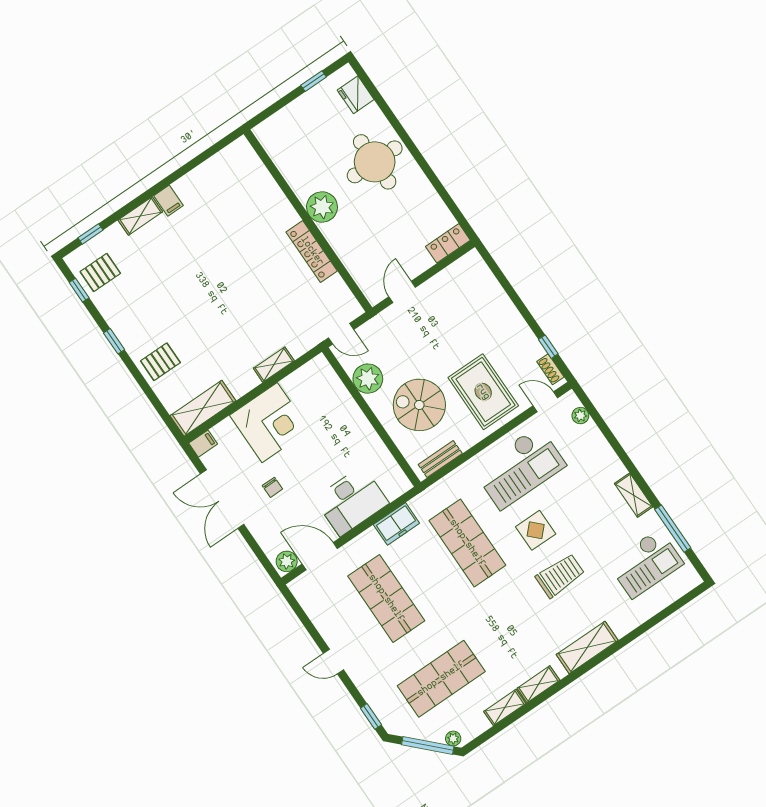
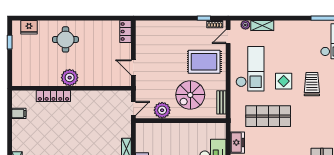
round table: (375, 162) -> (65, 39), width x0.73, depth x0.73
filing cabinet: (168, 201) -> (19, 113), moved
locker: (312, 251) -> (53, 96), moved
shelving: (634, 495) -> (262, 25), moved

